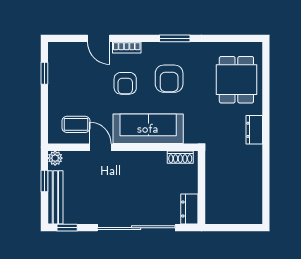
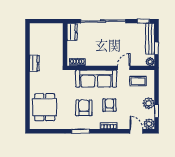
door: (99, 38) -> (136, 131), moved
plant: (57, 51) -> (149, 124), added
plant: (58, 87) -> (149, 103), added
dresser: (254, 130) -> (34, 63), moved
door: (101, 147) -> (124, 68), swing flipped

